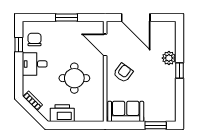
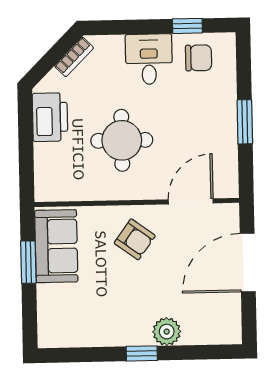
window: (156, 125) -> (28, 262), moved

